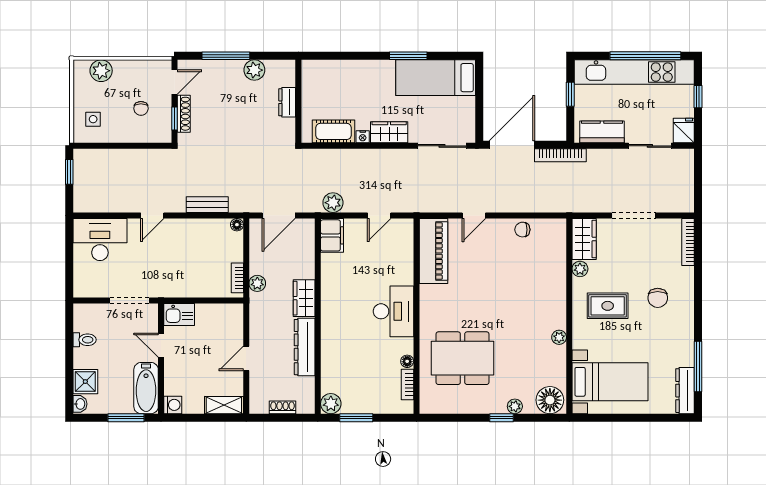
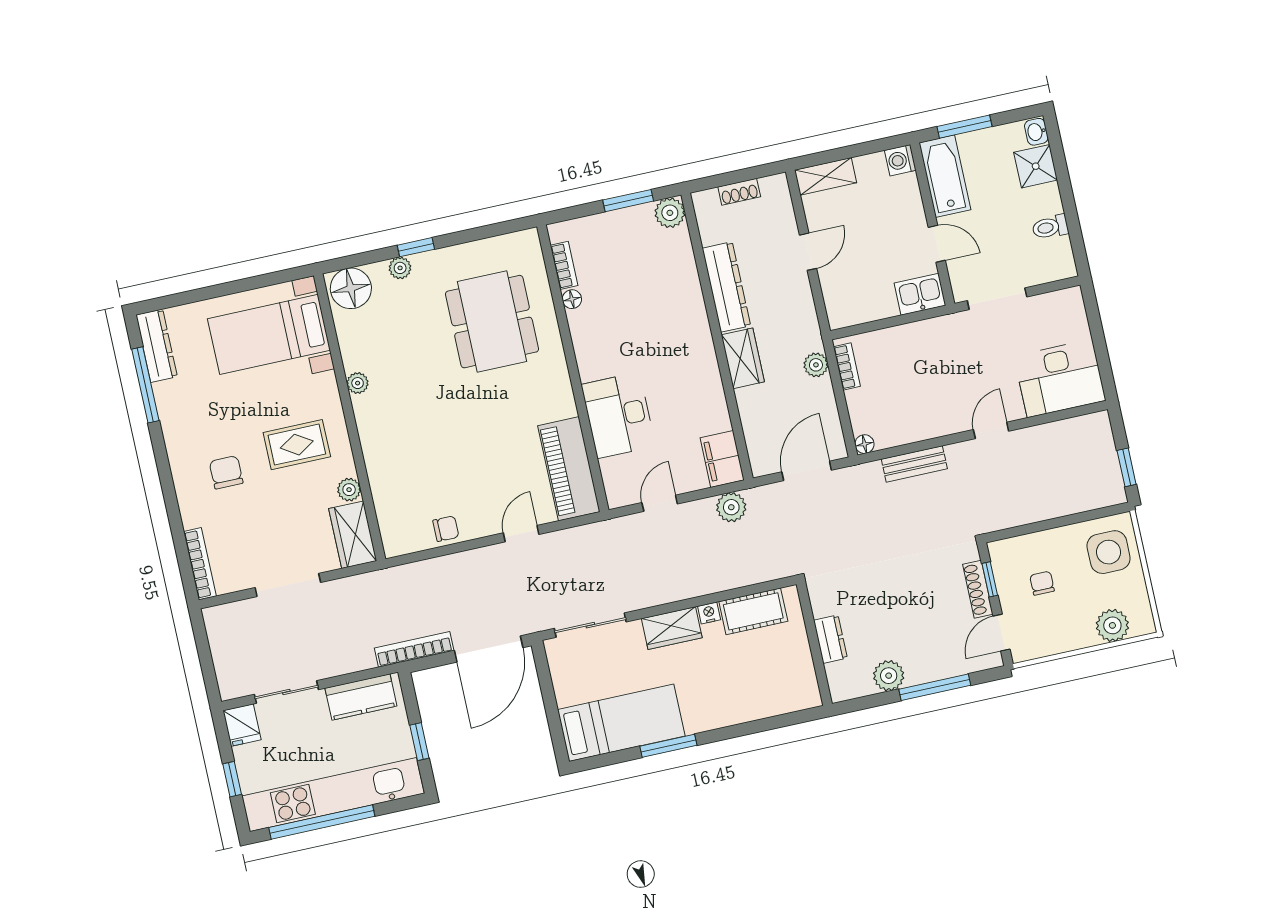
side table: (93, 119) -> (1109, 552), width x1.87, depth x1.87
desk: (393, 311) -> (618, 415), moved
dining table: (463, 358) -> (492, 322), turned 90

